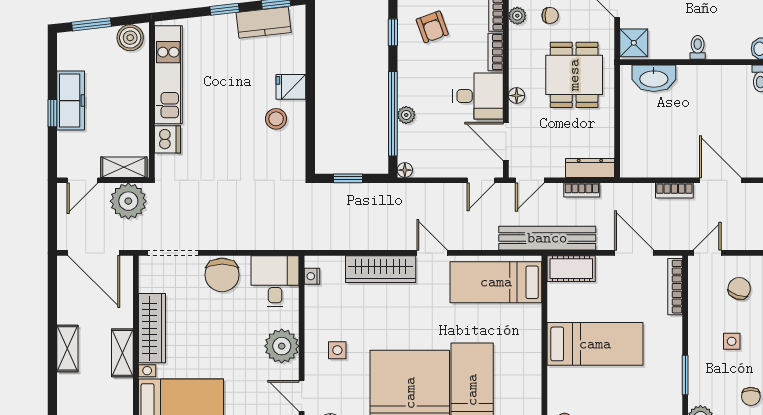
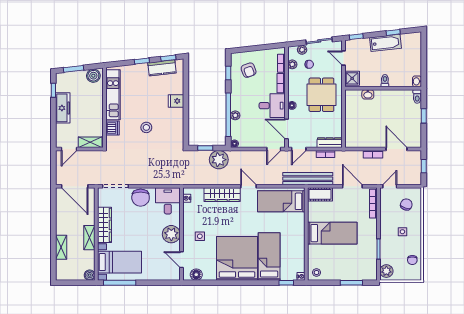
washbasin: (654, 78) -> (368, 94), width x0.52, depth x0.69
window: (52, 113) -> (53, 90), moved
stool: (276, 119) -> (146, 127), moved
plant: (128, 201) -> (219, 160), moved
shelving: (67, 348) -> (61, 247), moved

